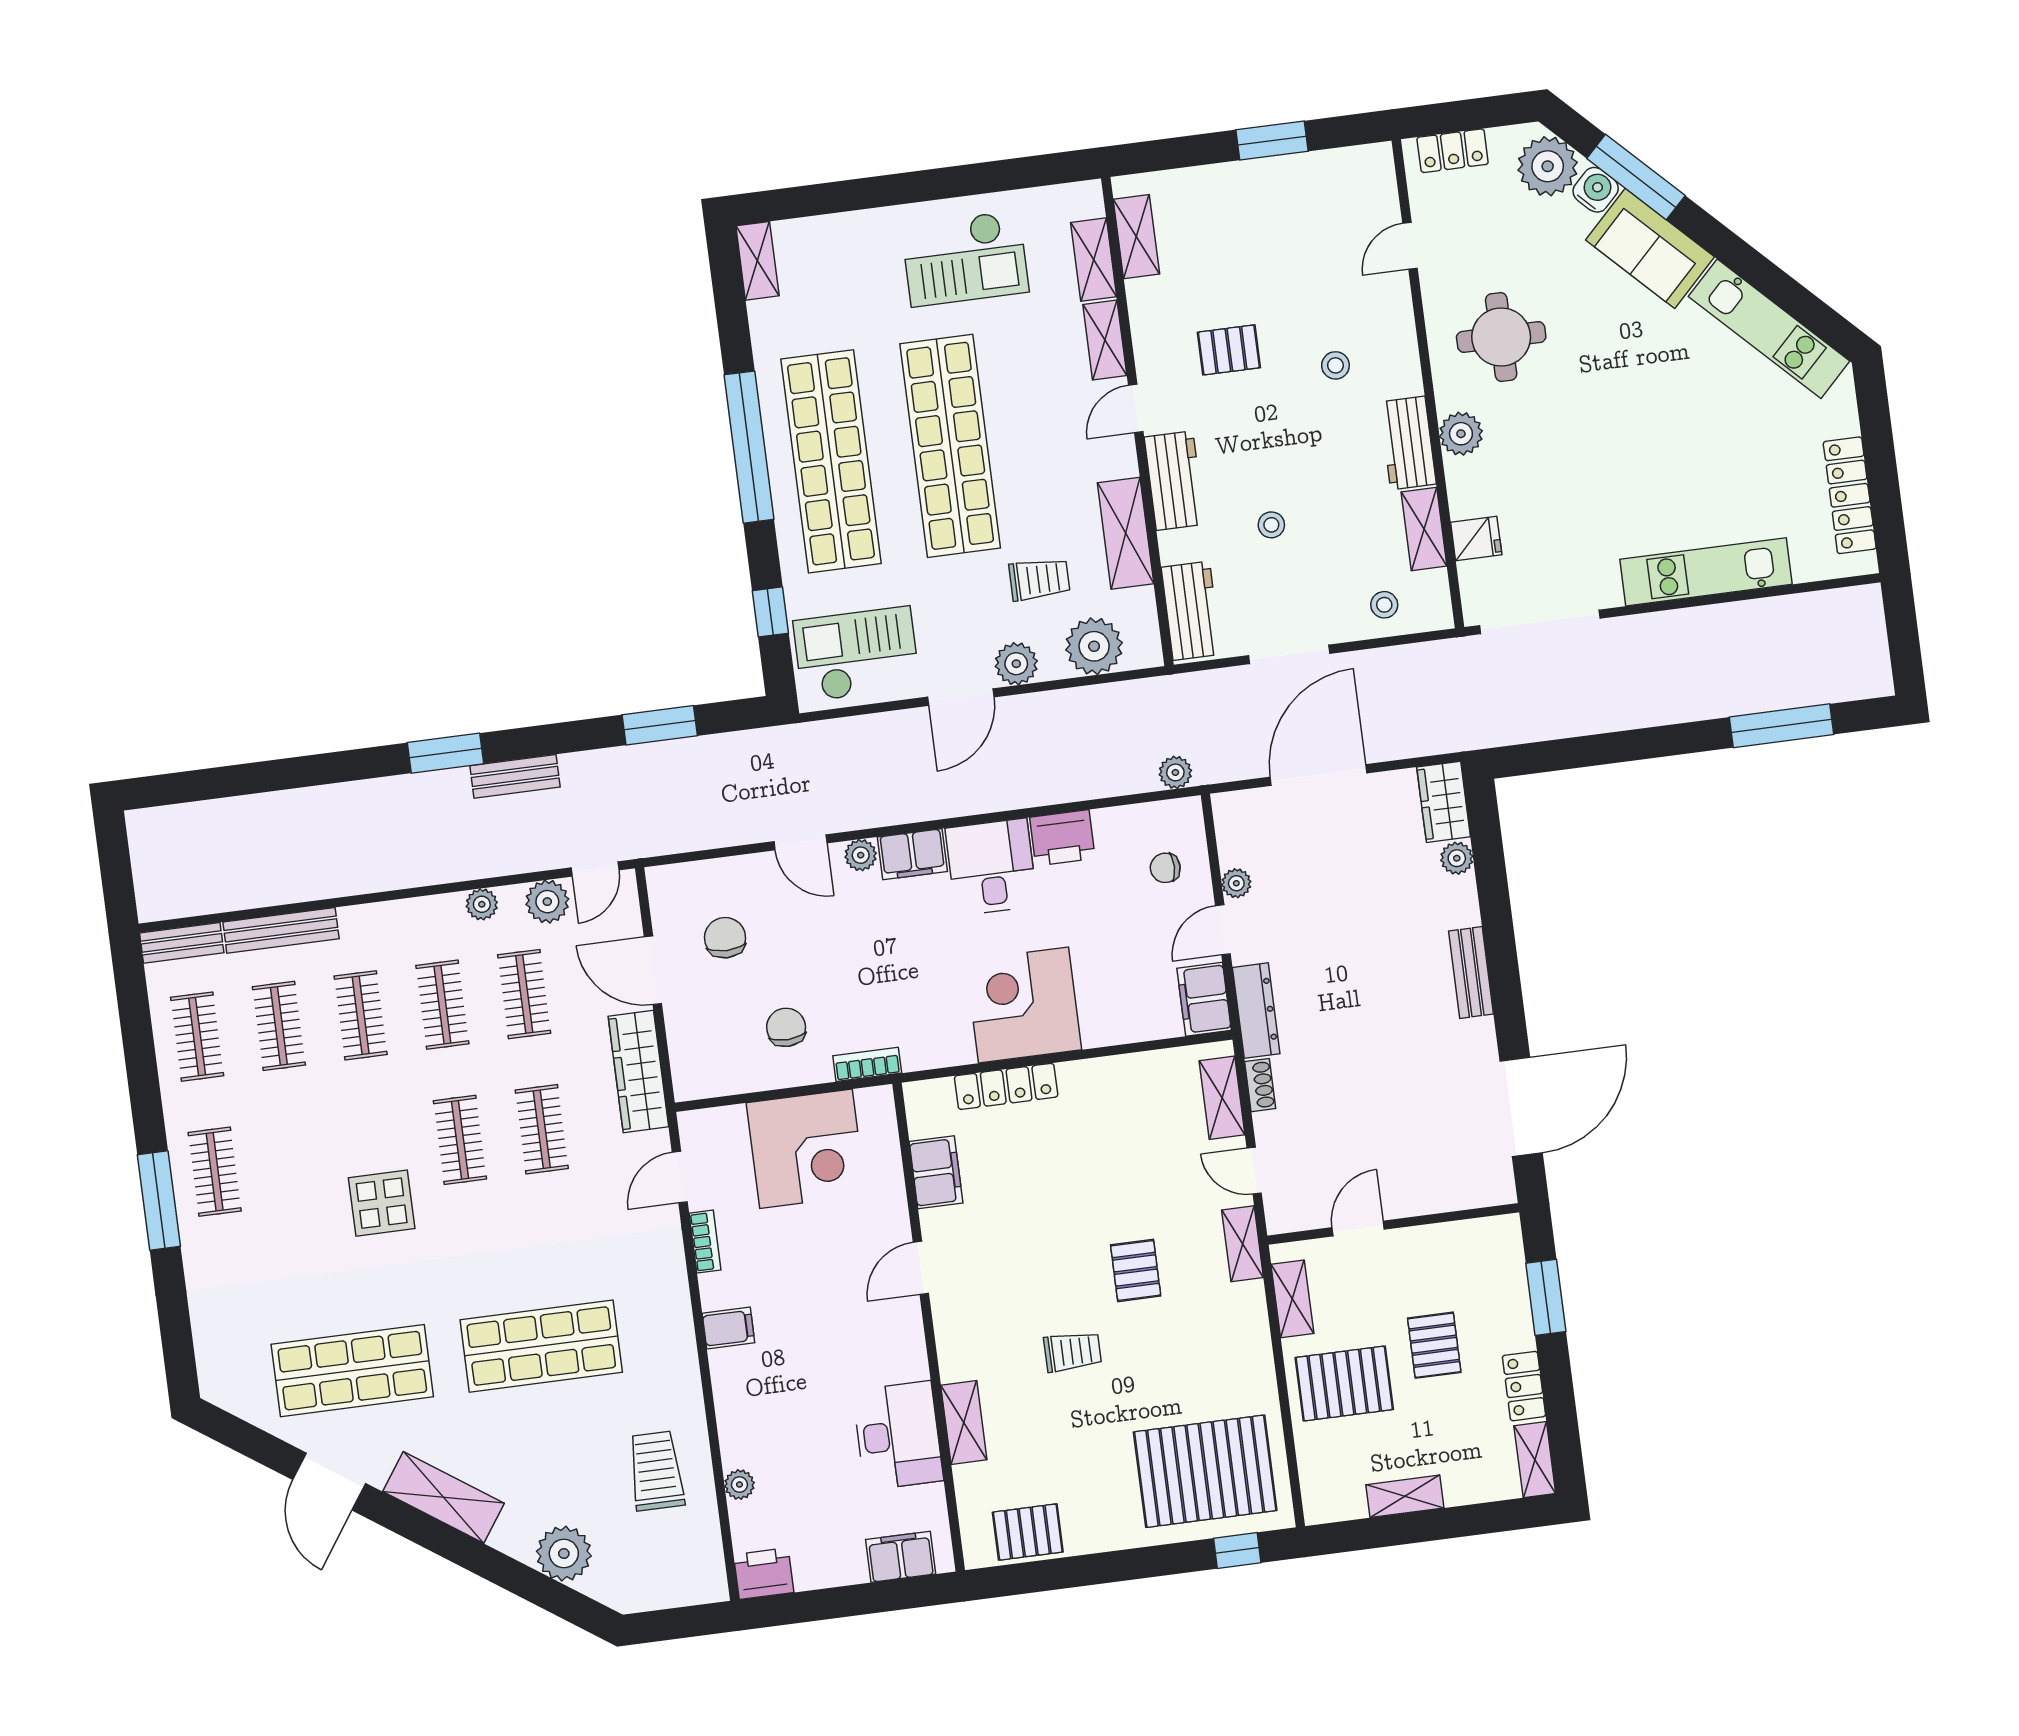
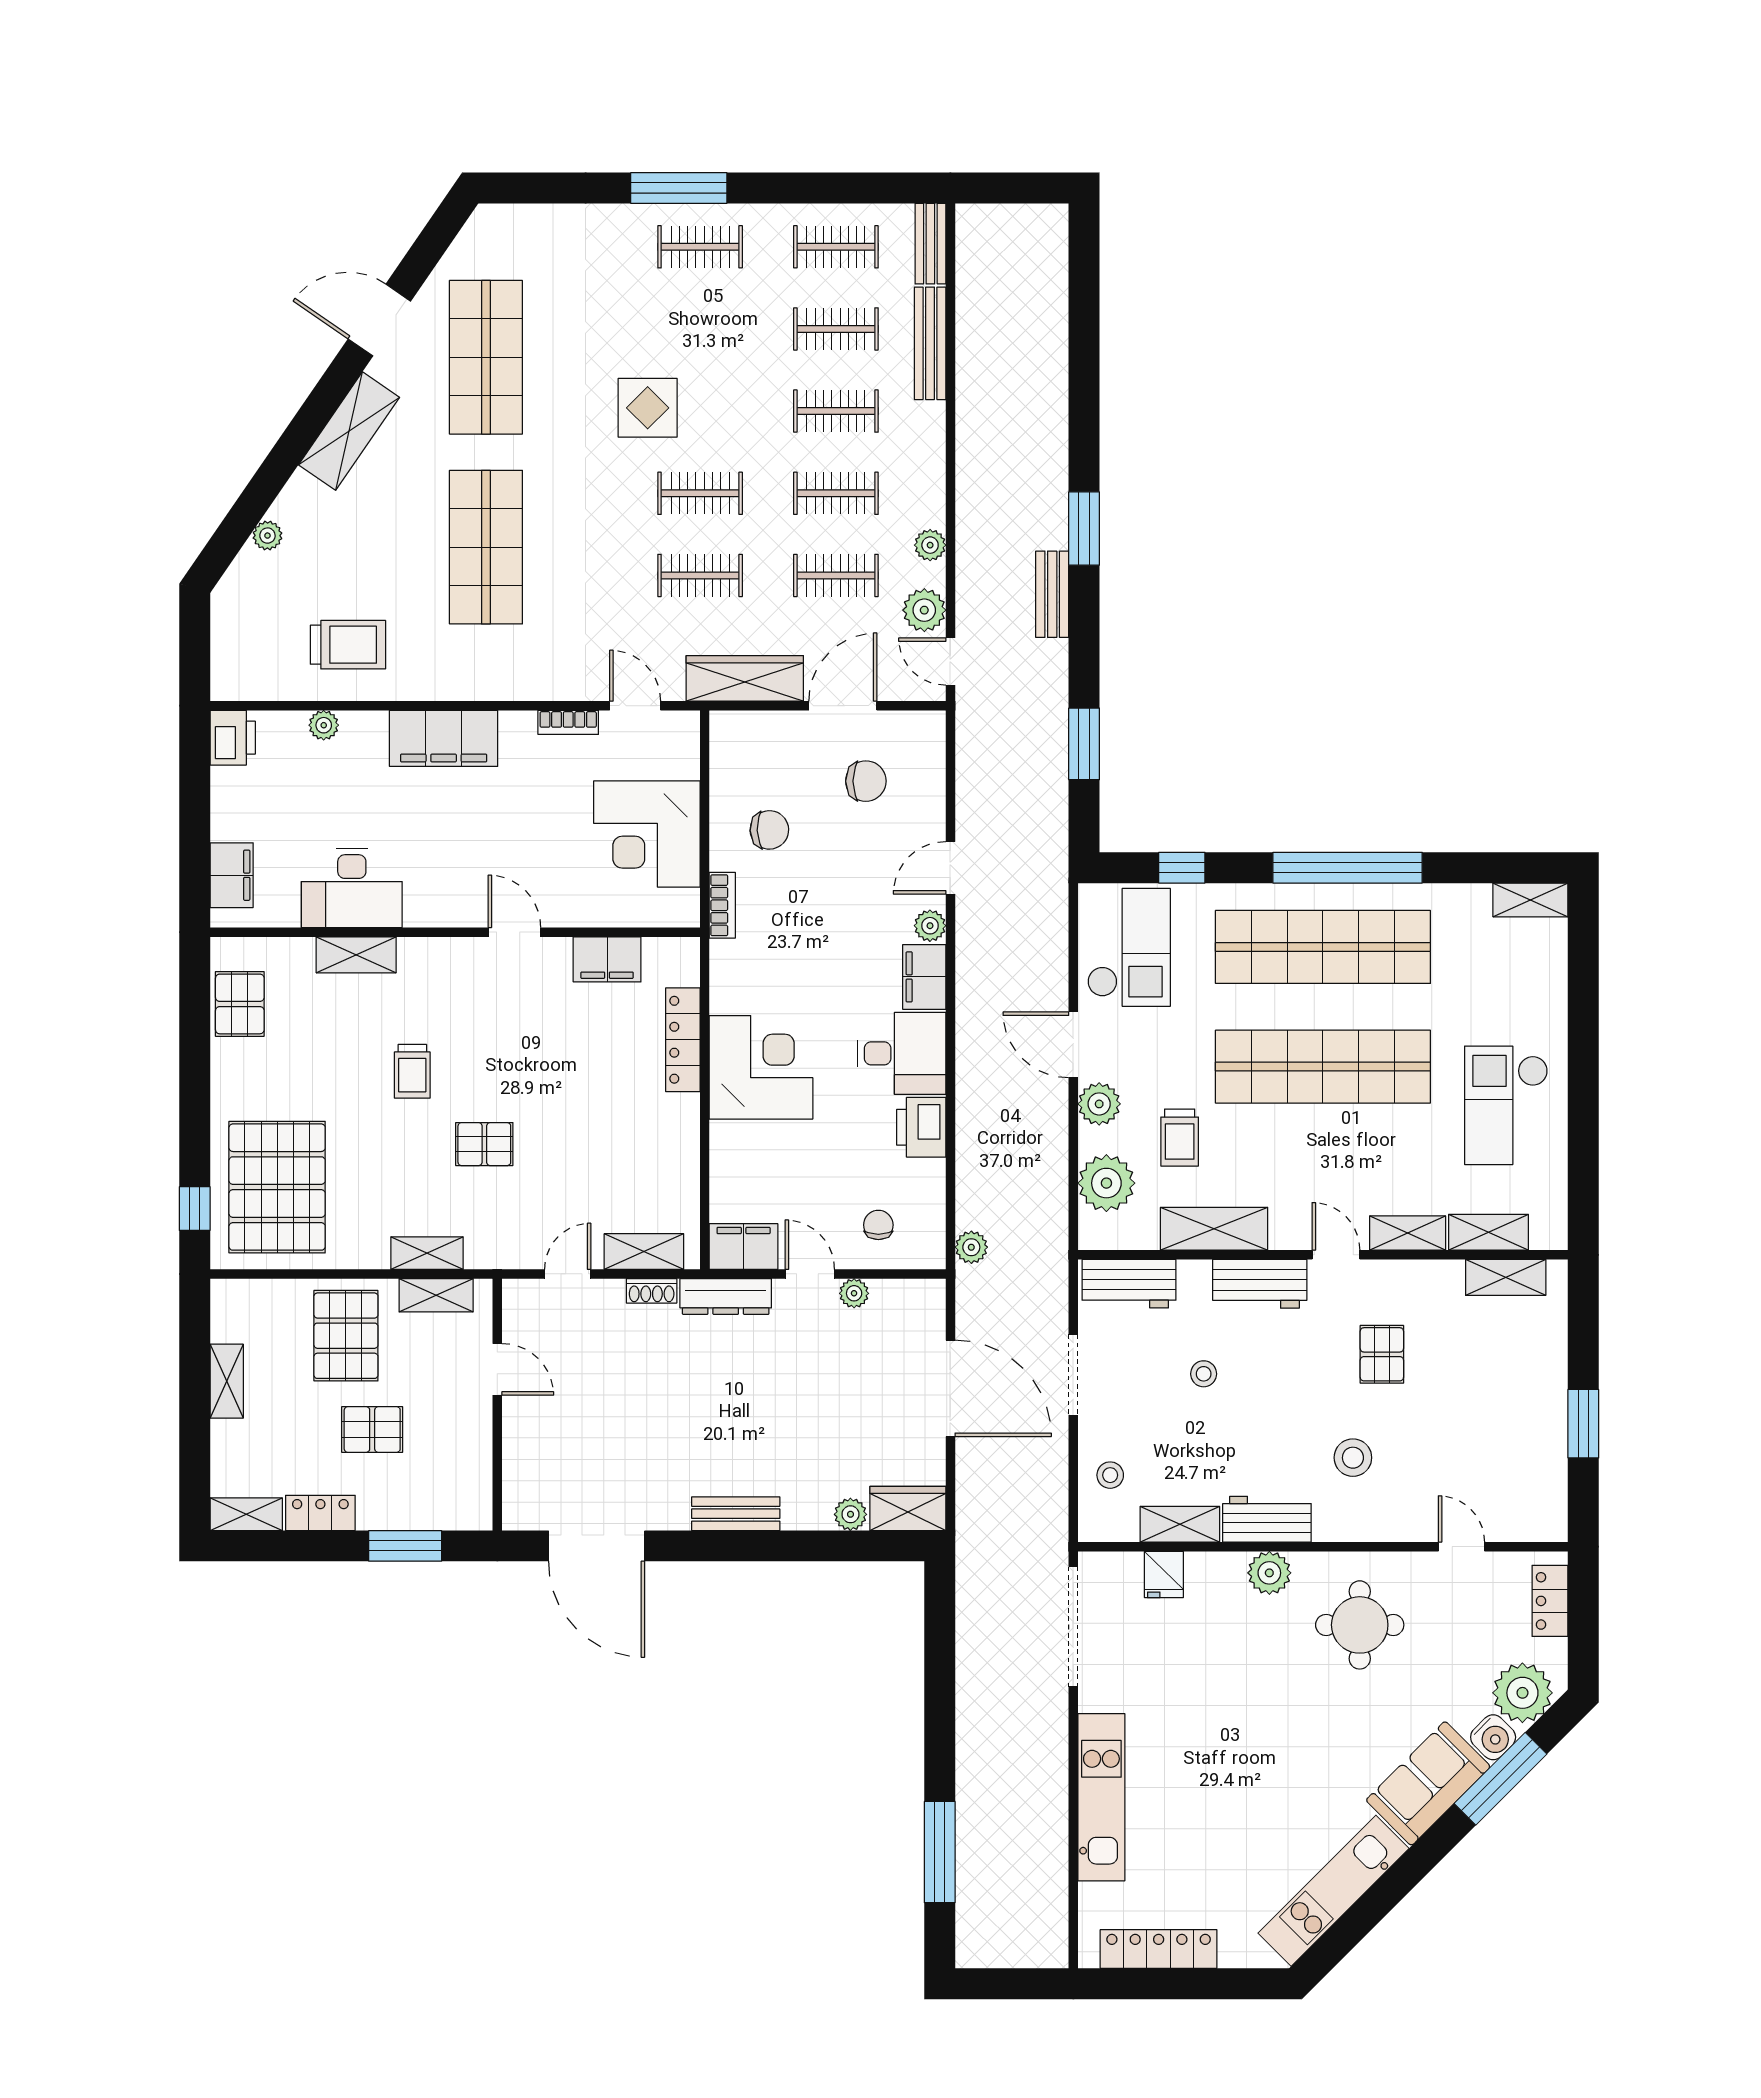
stool: (1335, 365) -> (1353, 1458), width x1.37, depth x1.37
shelving: (1243, 1244) -> (427, 1253), moved
filing cabinet: (728, 1328) -> (444, 738), width x3.00, depth x1.17
plant: (564, 1554) -> (267, 536), width x0.53, depth x0.53

